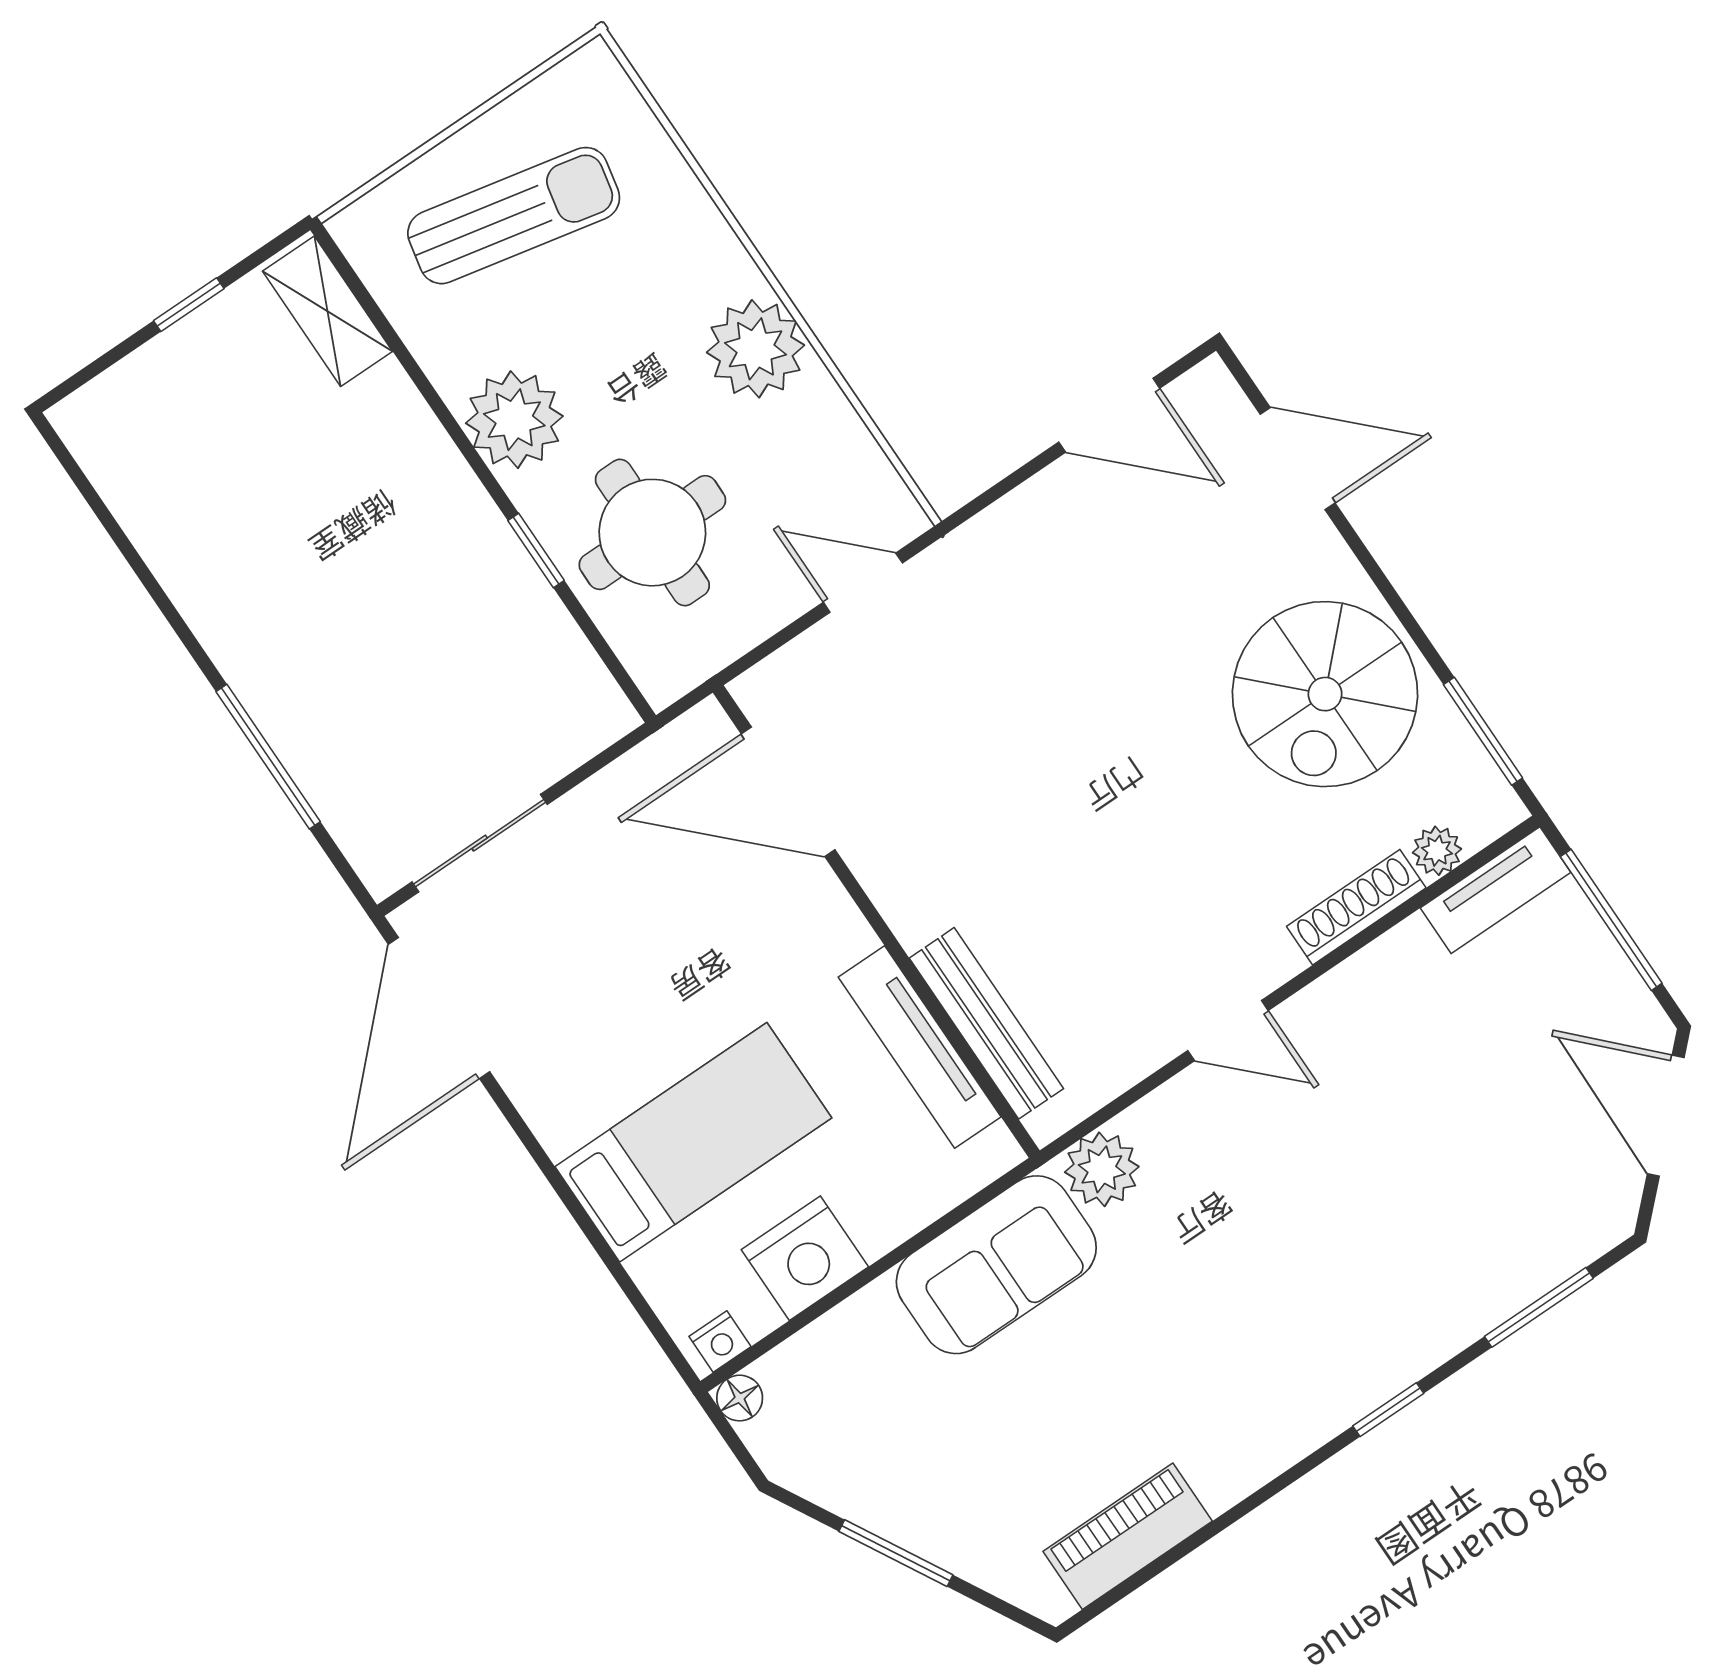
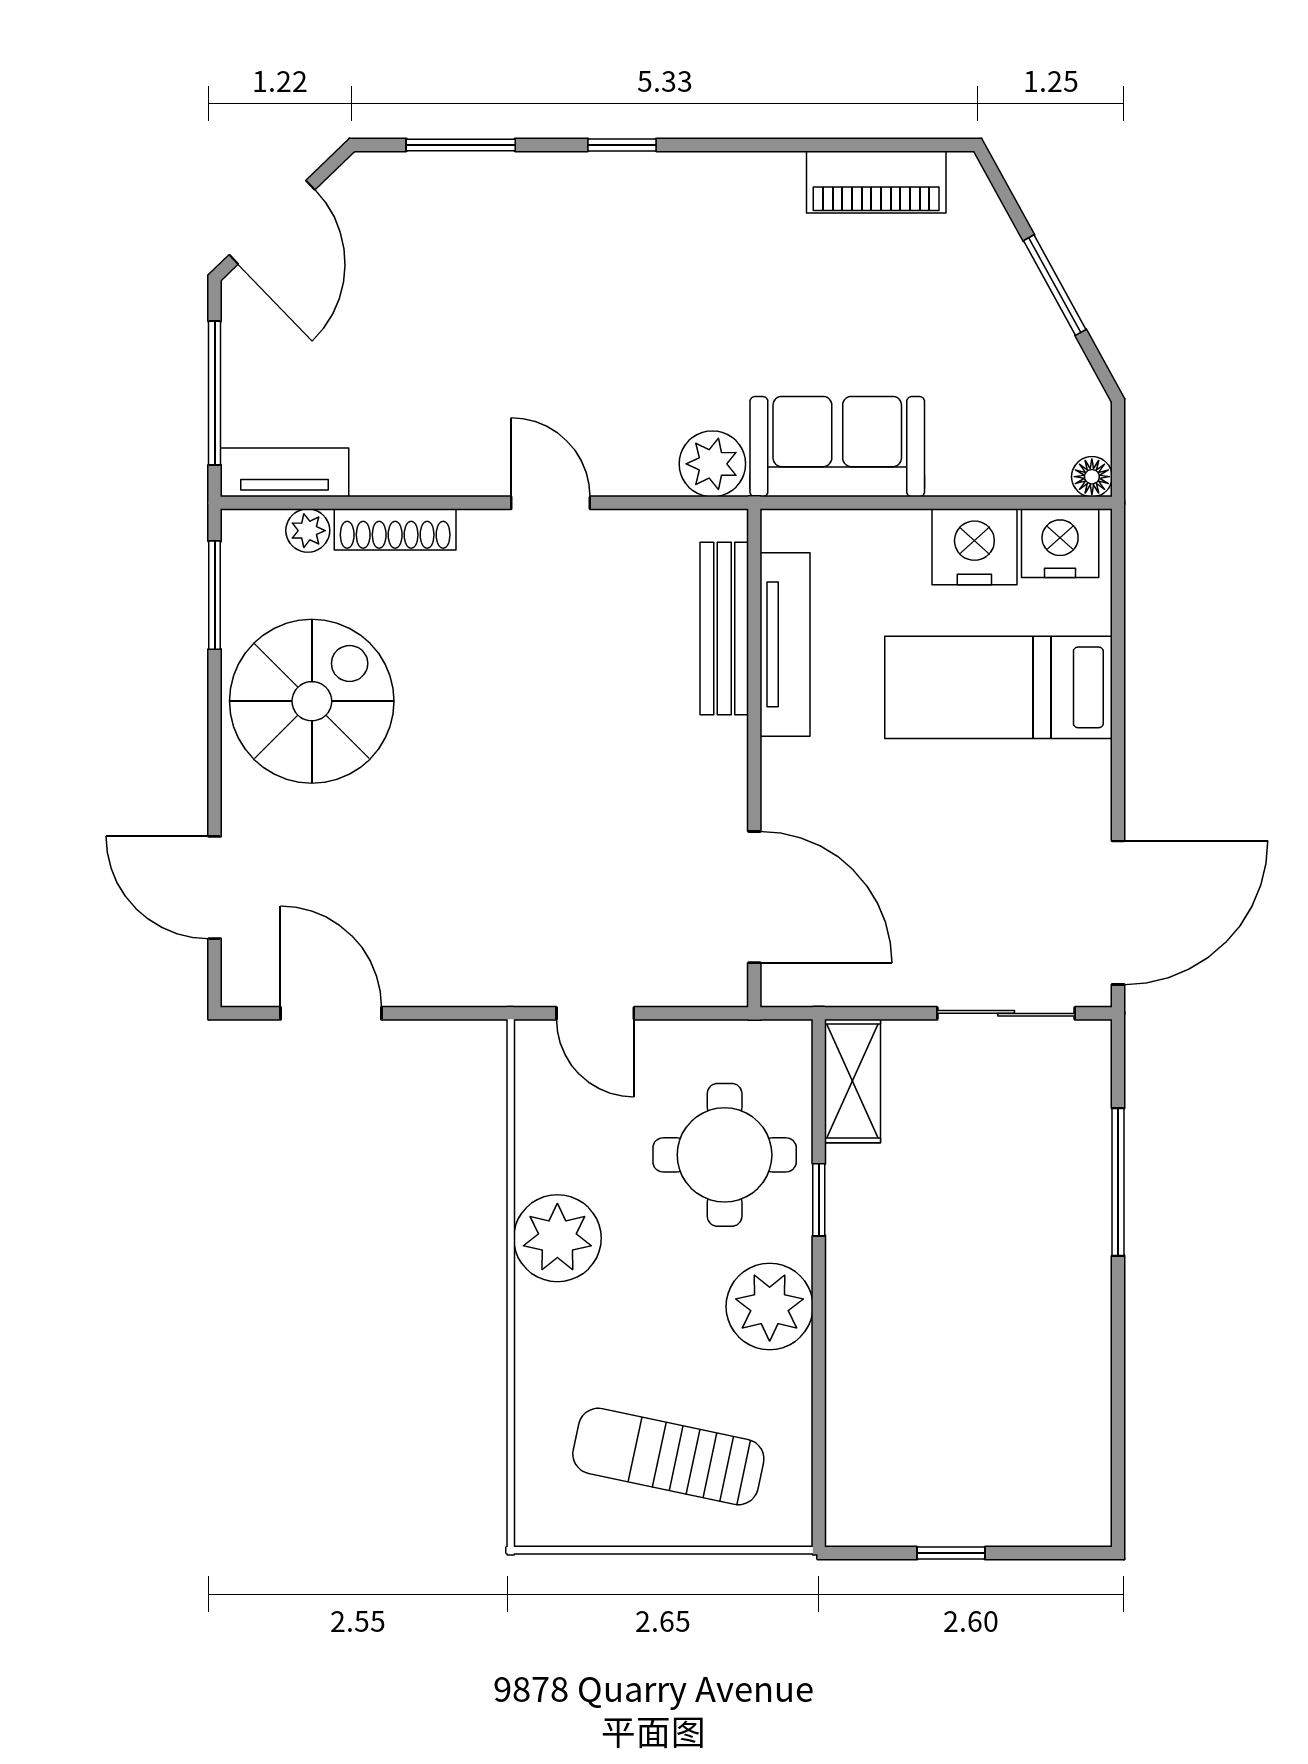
shelving: (328, 311) -> (853, 1081), moved
nightstand: (720, 1342) -> (1060, 543), width x1.89, depth x1.79

